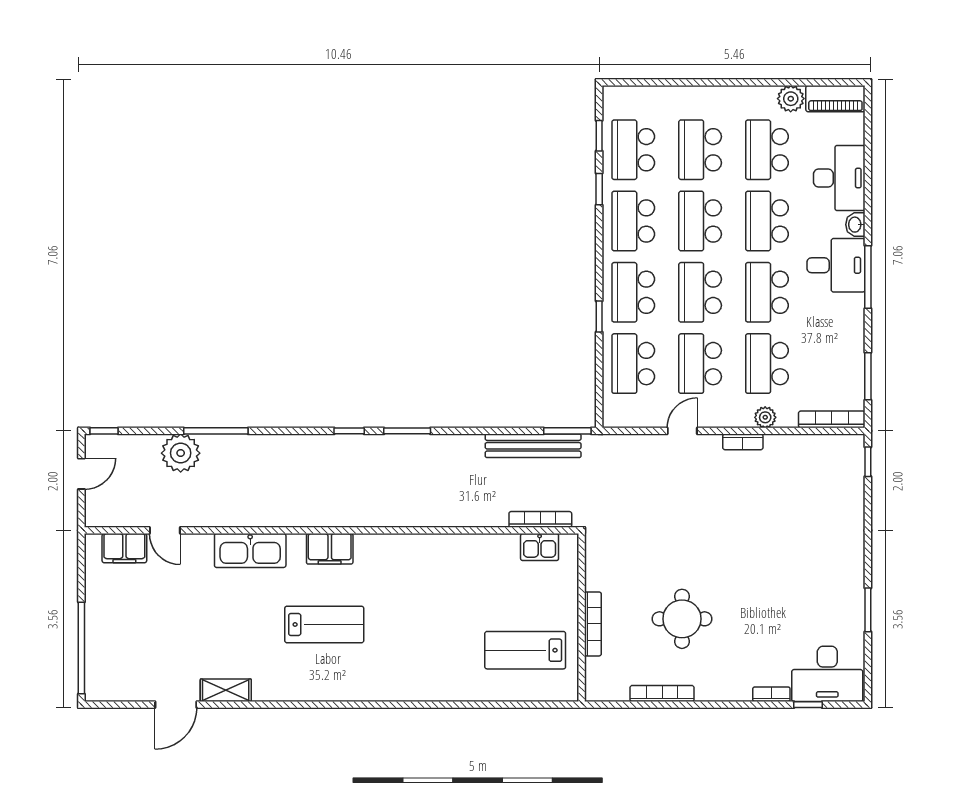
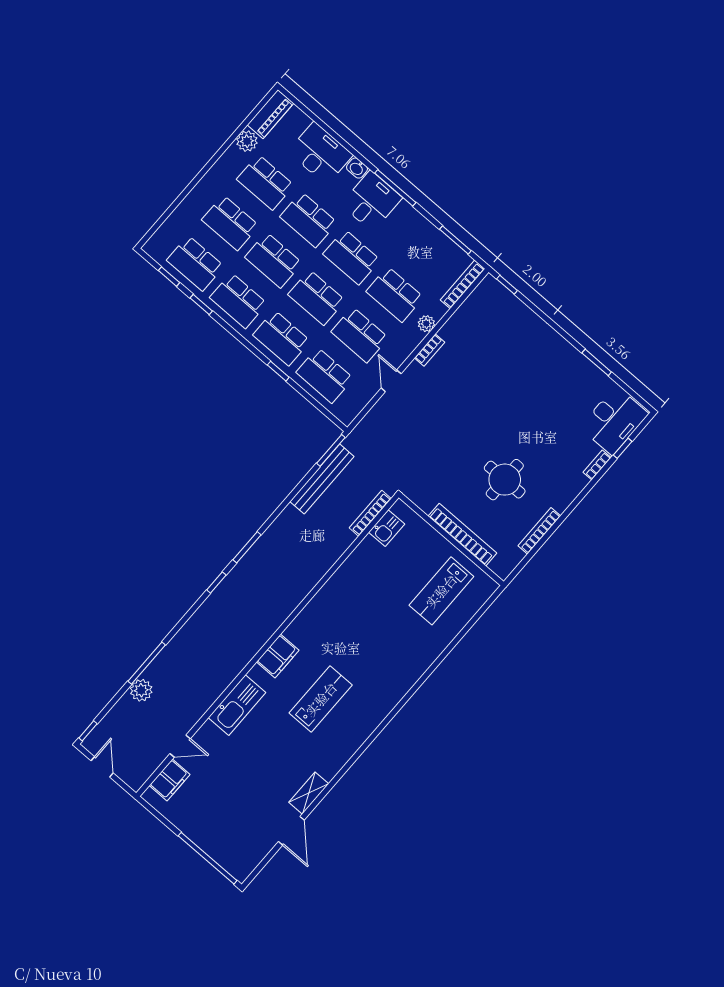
plant: (181, 453) -> (141, 690), width x0.73, depth x0.73
bookcase: (593, 624) -> (462, 535), width x1.48, depth x1.31

